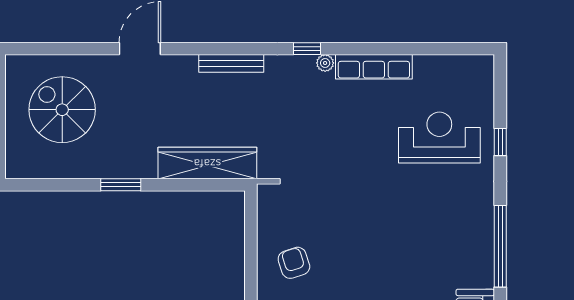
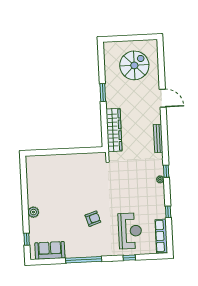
window: (400, 49) -> (168, 212), added
row of seats: (374, 67) -> (161, 236), moved
armchair: (294, 263) -> (93, 219), moved

